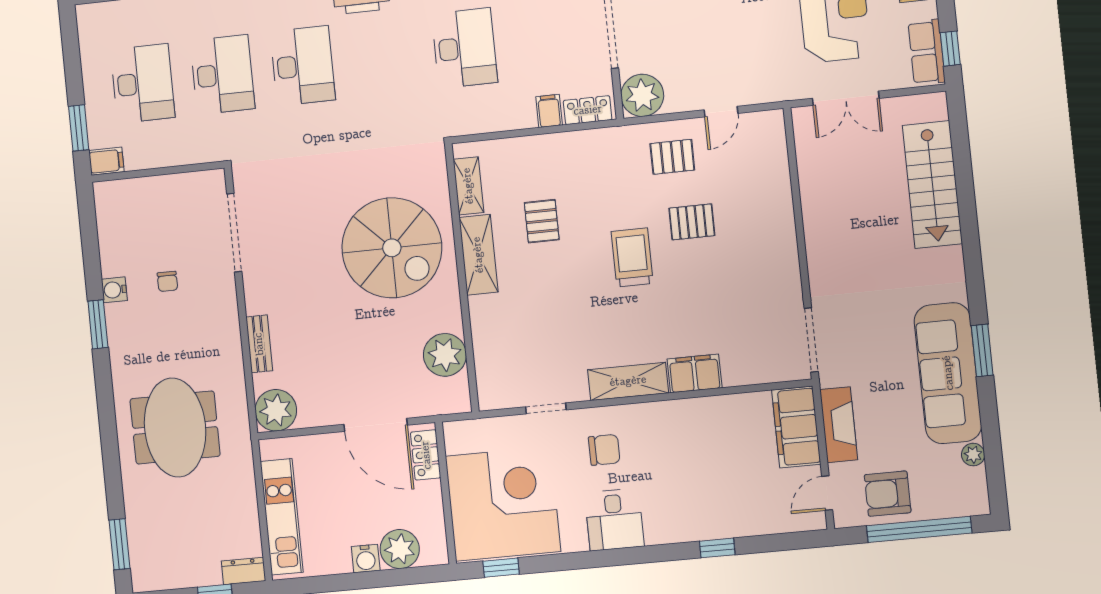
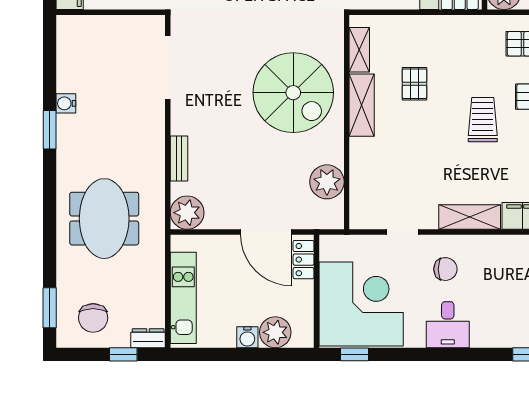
chair: (167, 281) -> (93, 318), moved, width x1.87, depth x1.87

